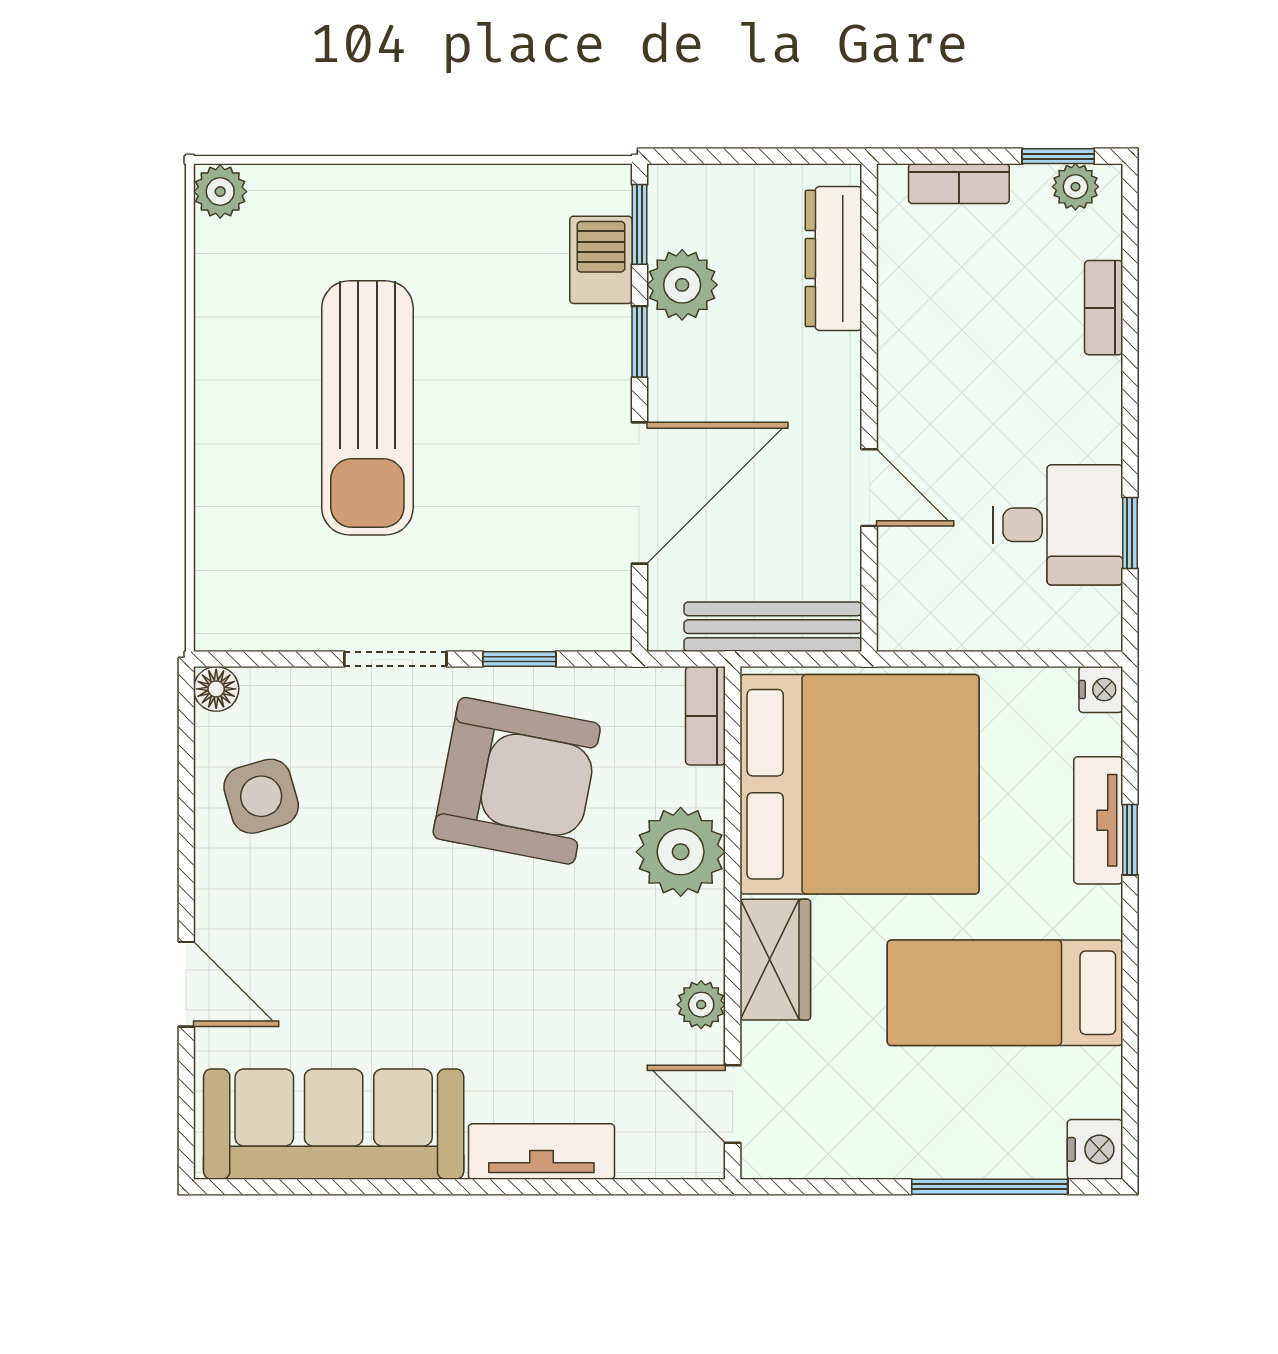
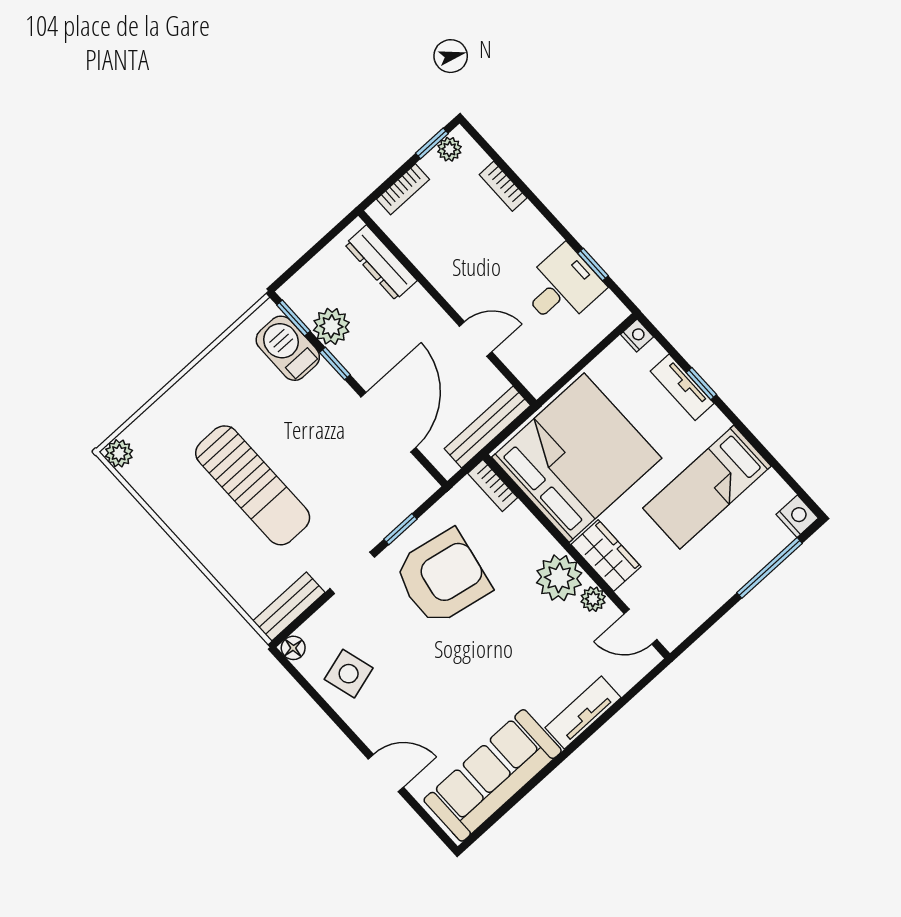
barbecue: (601, 260) -> (288, 348), width x1.38, depth x1.27
bench: (263, 625) -> (289, 607), added
plant: (681, 852) -> (559, 578), moved

